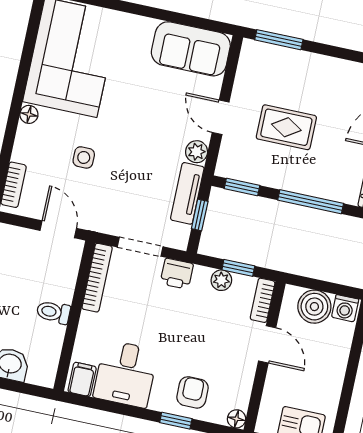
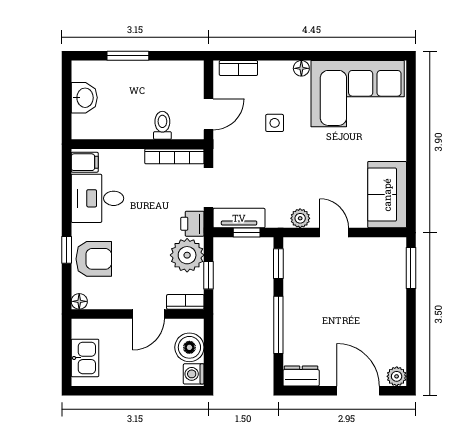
door: (221, 117) -> (334, 233), hinge flipped
rug: (286, 127) -> (338, 291), removed
tv unit: (187, 193) -> (239, 218), moved
plant: (221, 280) -> (187, 255), width x1.87, depth x1.87
toilet: (53, 312) -> (162, 125), moved
armchair: (192, 392) -> (94, 259), width x1.38, depth x1.38

